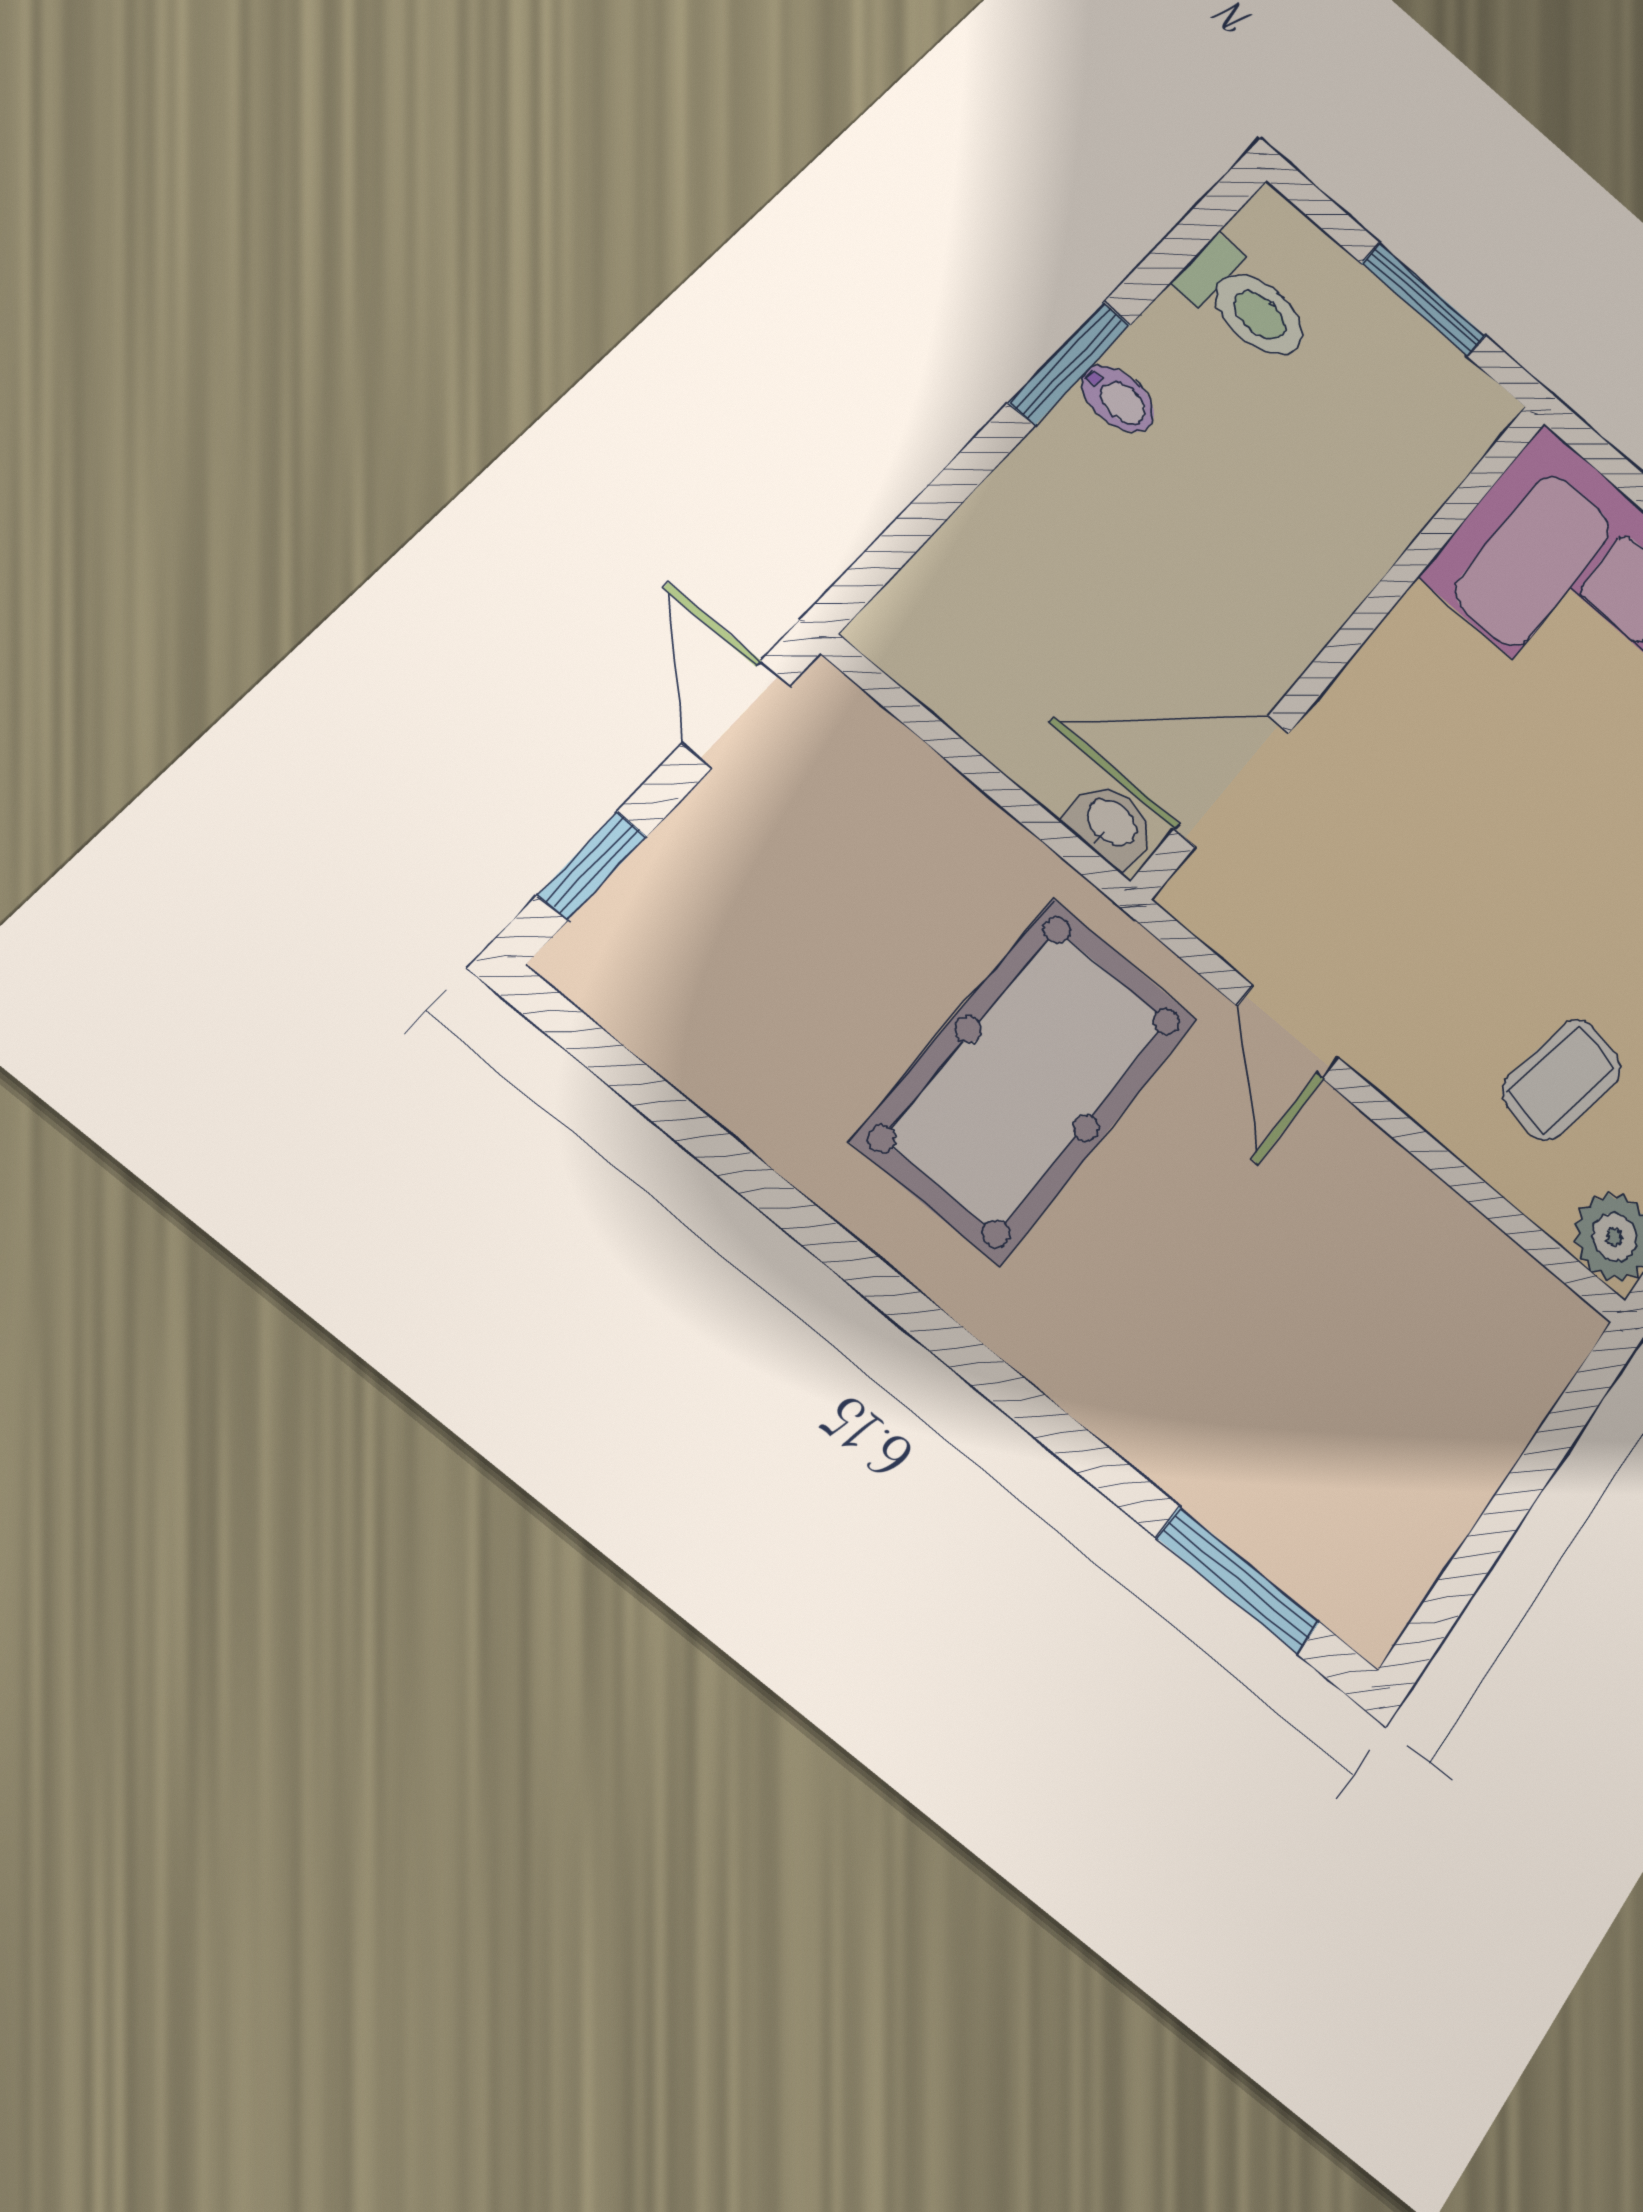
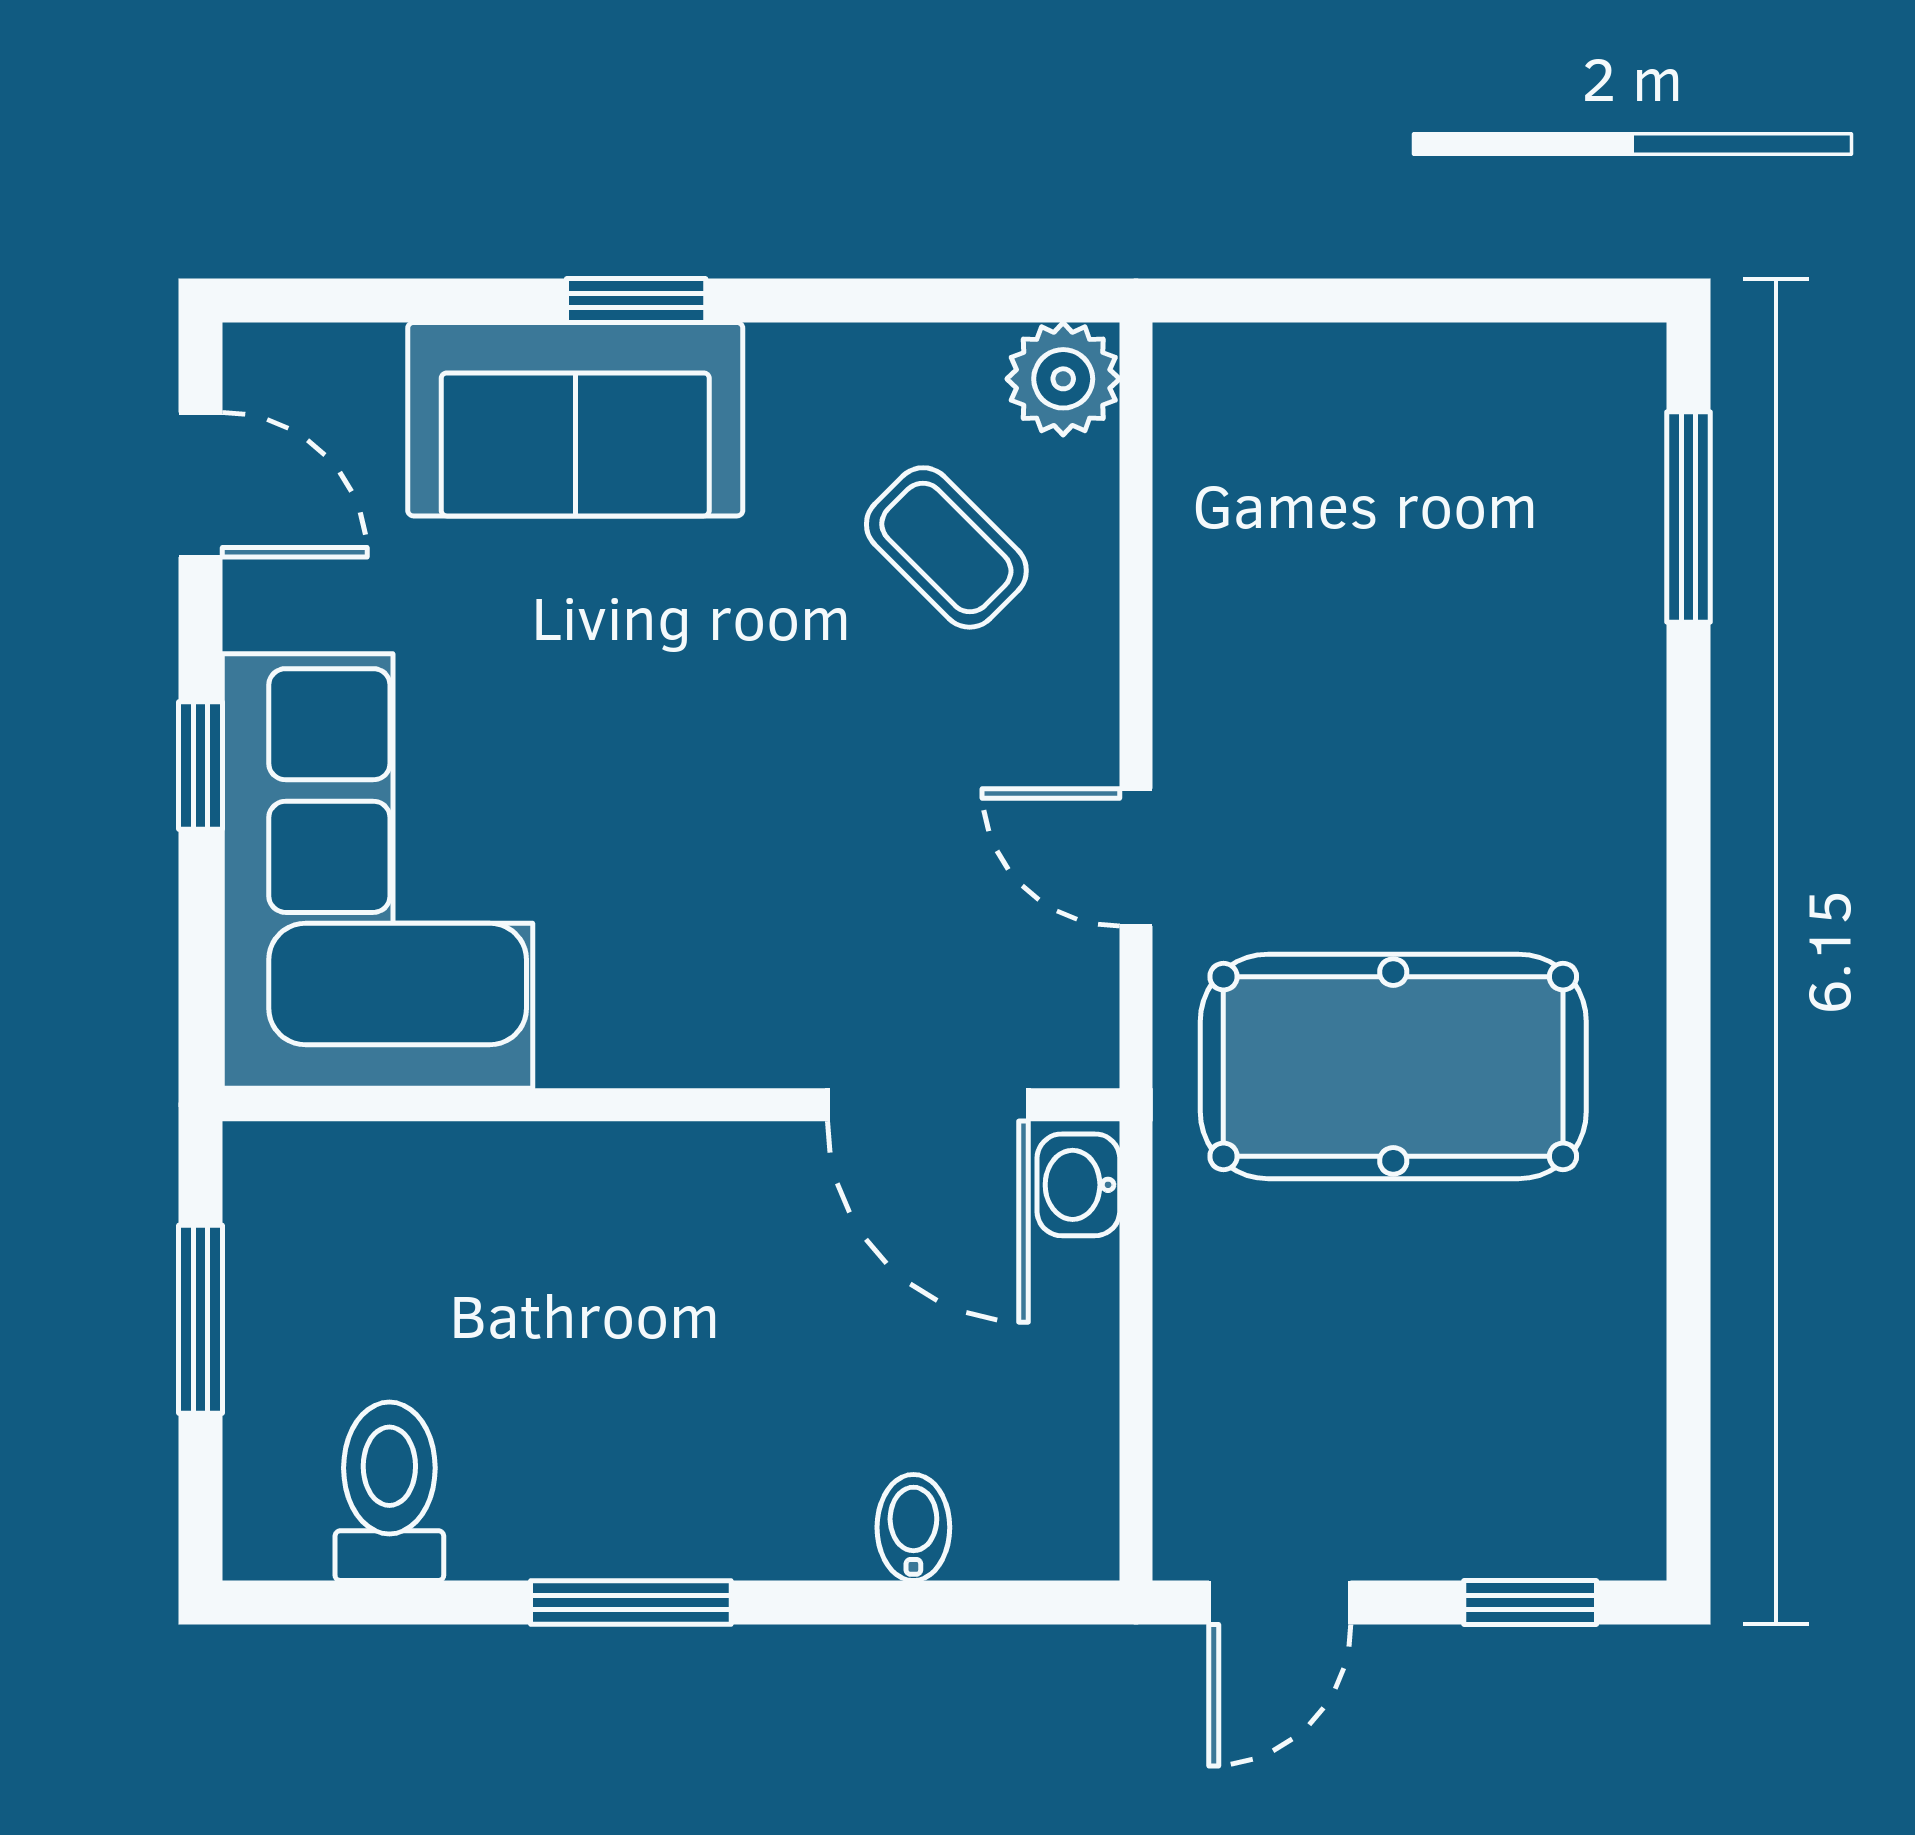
bidet: (1118, 399) -> (913, 1527), moved
door: (1288, 1032) -> (1136, 857), swing flipped
coffee table: (1562, 1080) -> (946, 547), turned 34

